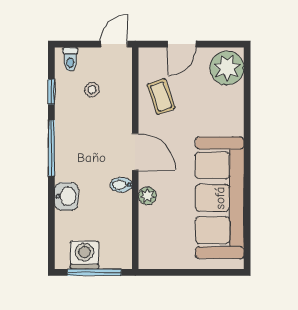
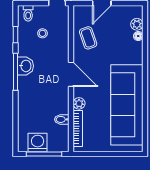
plant: (227, 68) -> (137, 24), width x0.53, depth x0.53
floor lamp: (237, 94) -> (138, 36), added
bidet: (121, 185) -> (62, 119), moved
washbasin: (66, 196) -> (26, 66), moved
bookcase: (145, 234) -> (78, 128), added

